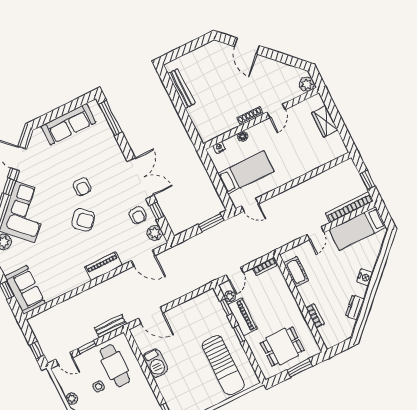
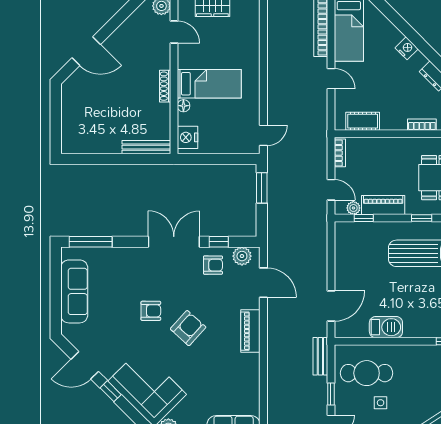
bench: (181, 89) -> (146, 147), moved
door: (276, 111) -> (174, 32), moved
nightstand: (219, 147) -> (187, 137), width x1.89, depth x1.79
bed: (246, 172) -> (209, 84), moved, turned 90
door: (143, 258) -> (263, 283), hinge flipped
window: (239, 334) -> (422, 218), moved

